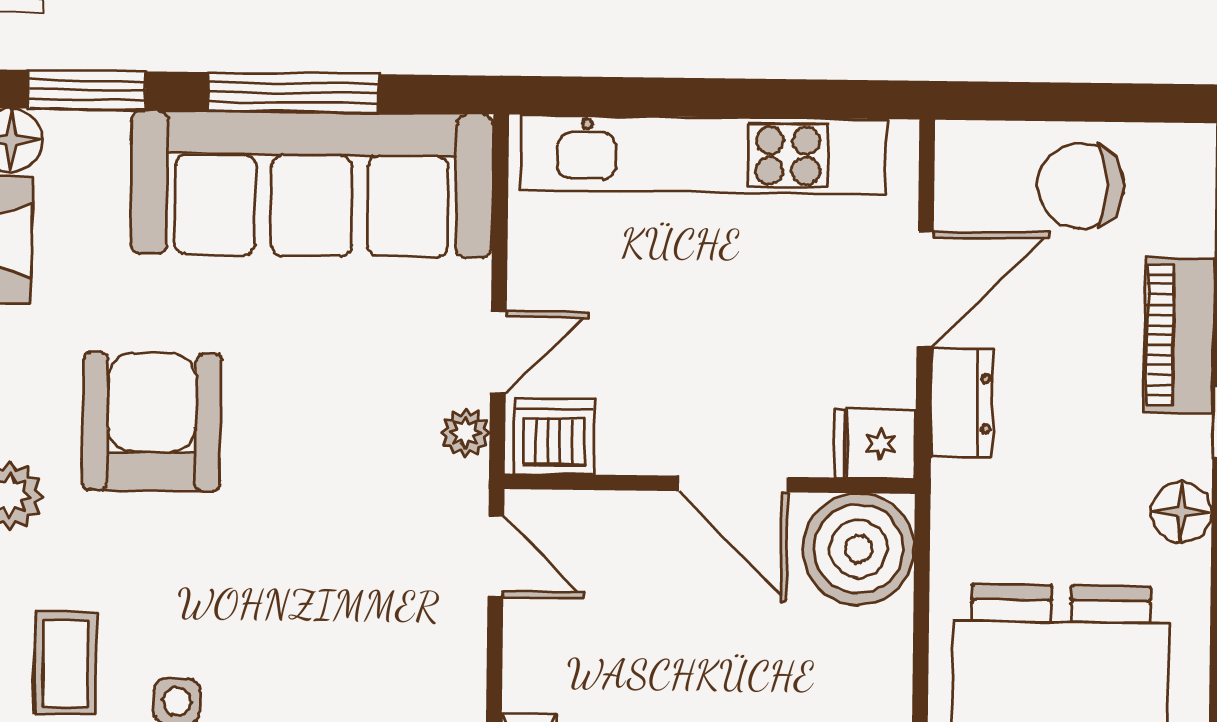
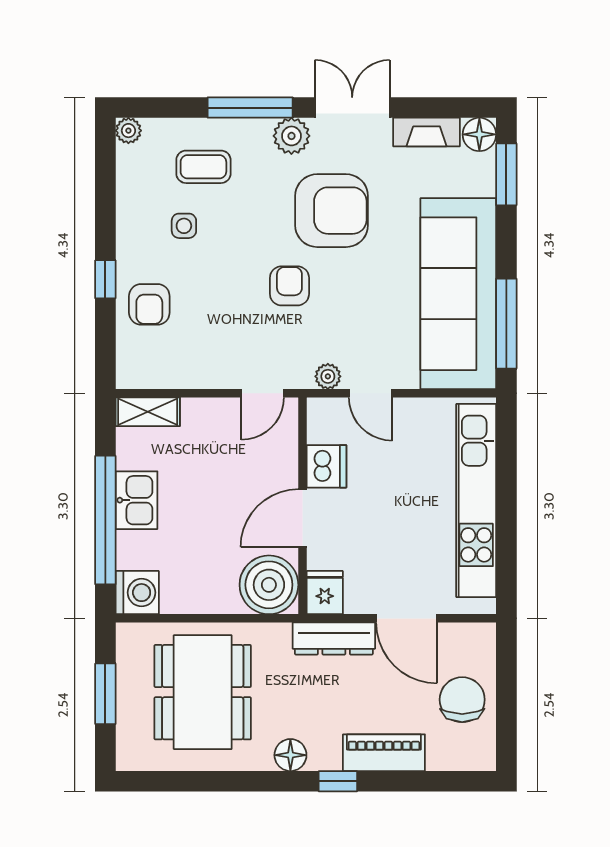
window: (293, 93) -> (506, 324), moved
dresser: (962, 404) -> (334, 638), width x1.44
dishwasher: (554, 436) -> (326, 466), moved
armchair: (293, 503) -> (289, 286), added

